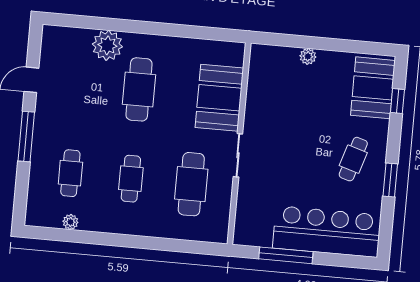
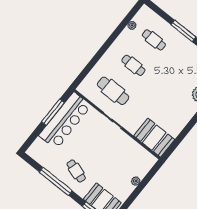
cafe table: (139, 89) -> (171, 95), removed
booth: (219, 98) -> (154, 138), moved
window: (390, 180) -> (56, 181), width x2.11
bar counter: (327, 232) -> (65, 121), moved

